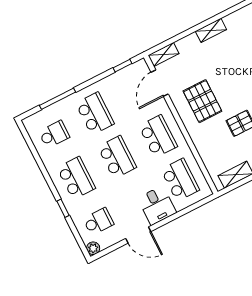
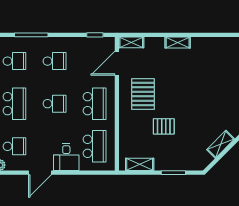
school desk: (95, 114) -> (54, 61), width x0.54
school desk: (117, 157) -> (54, 104), width x0.54
door: (138, 235) -> (40, 173), hinge flipped

